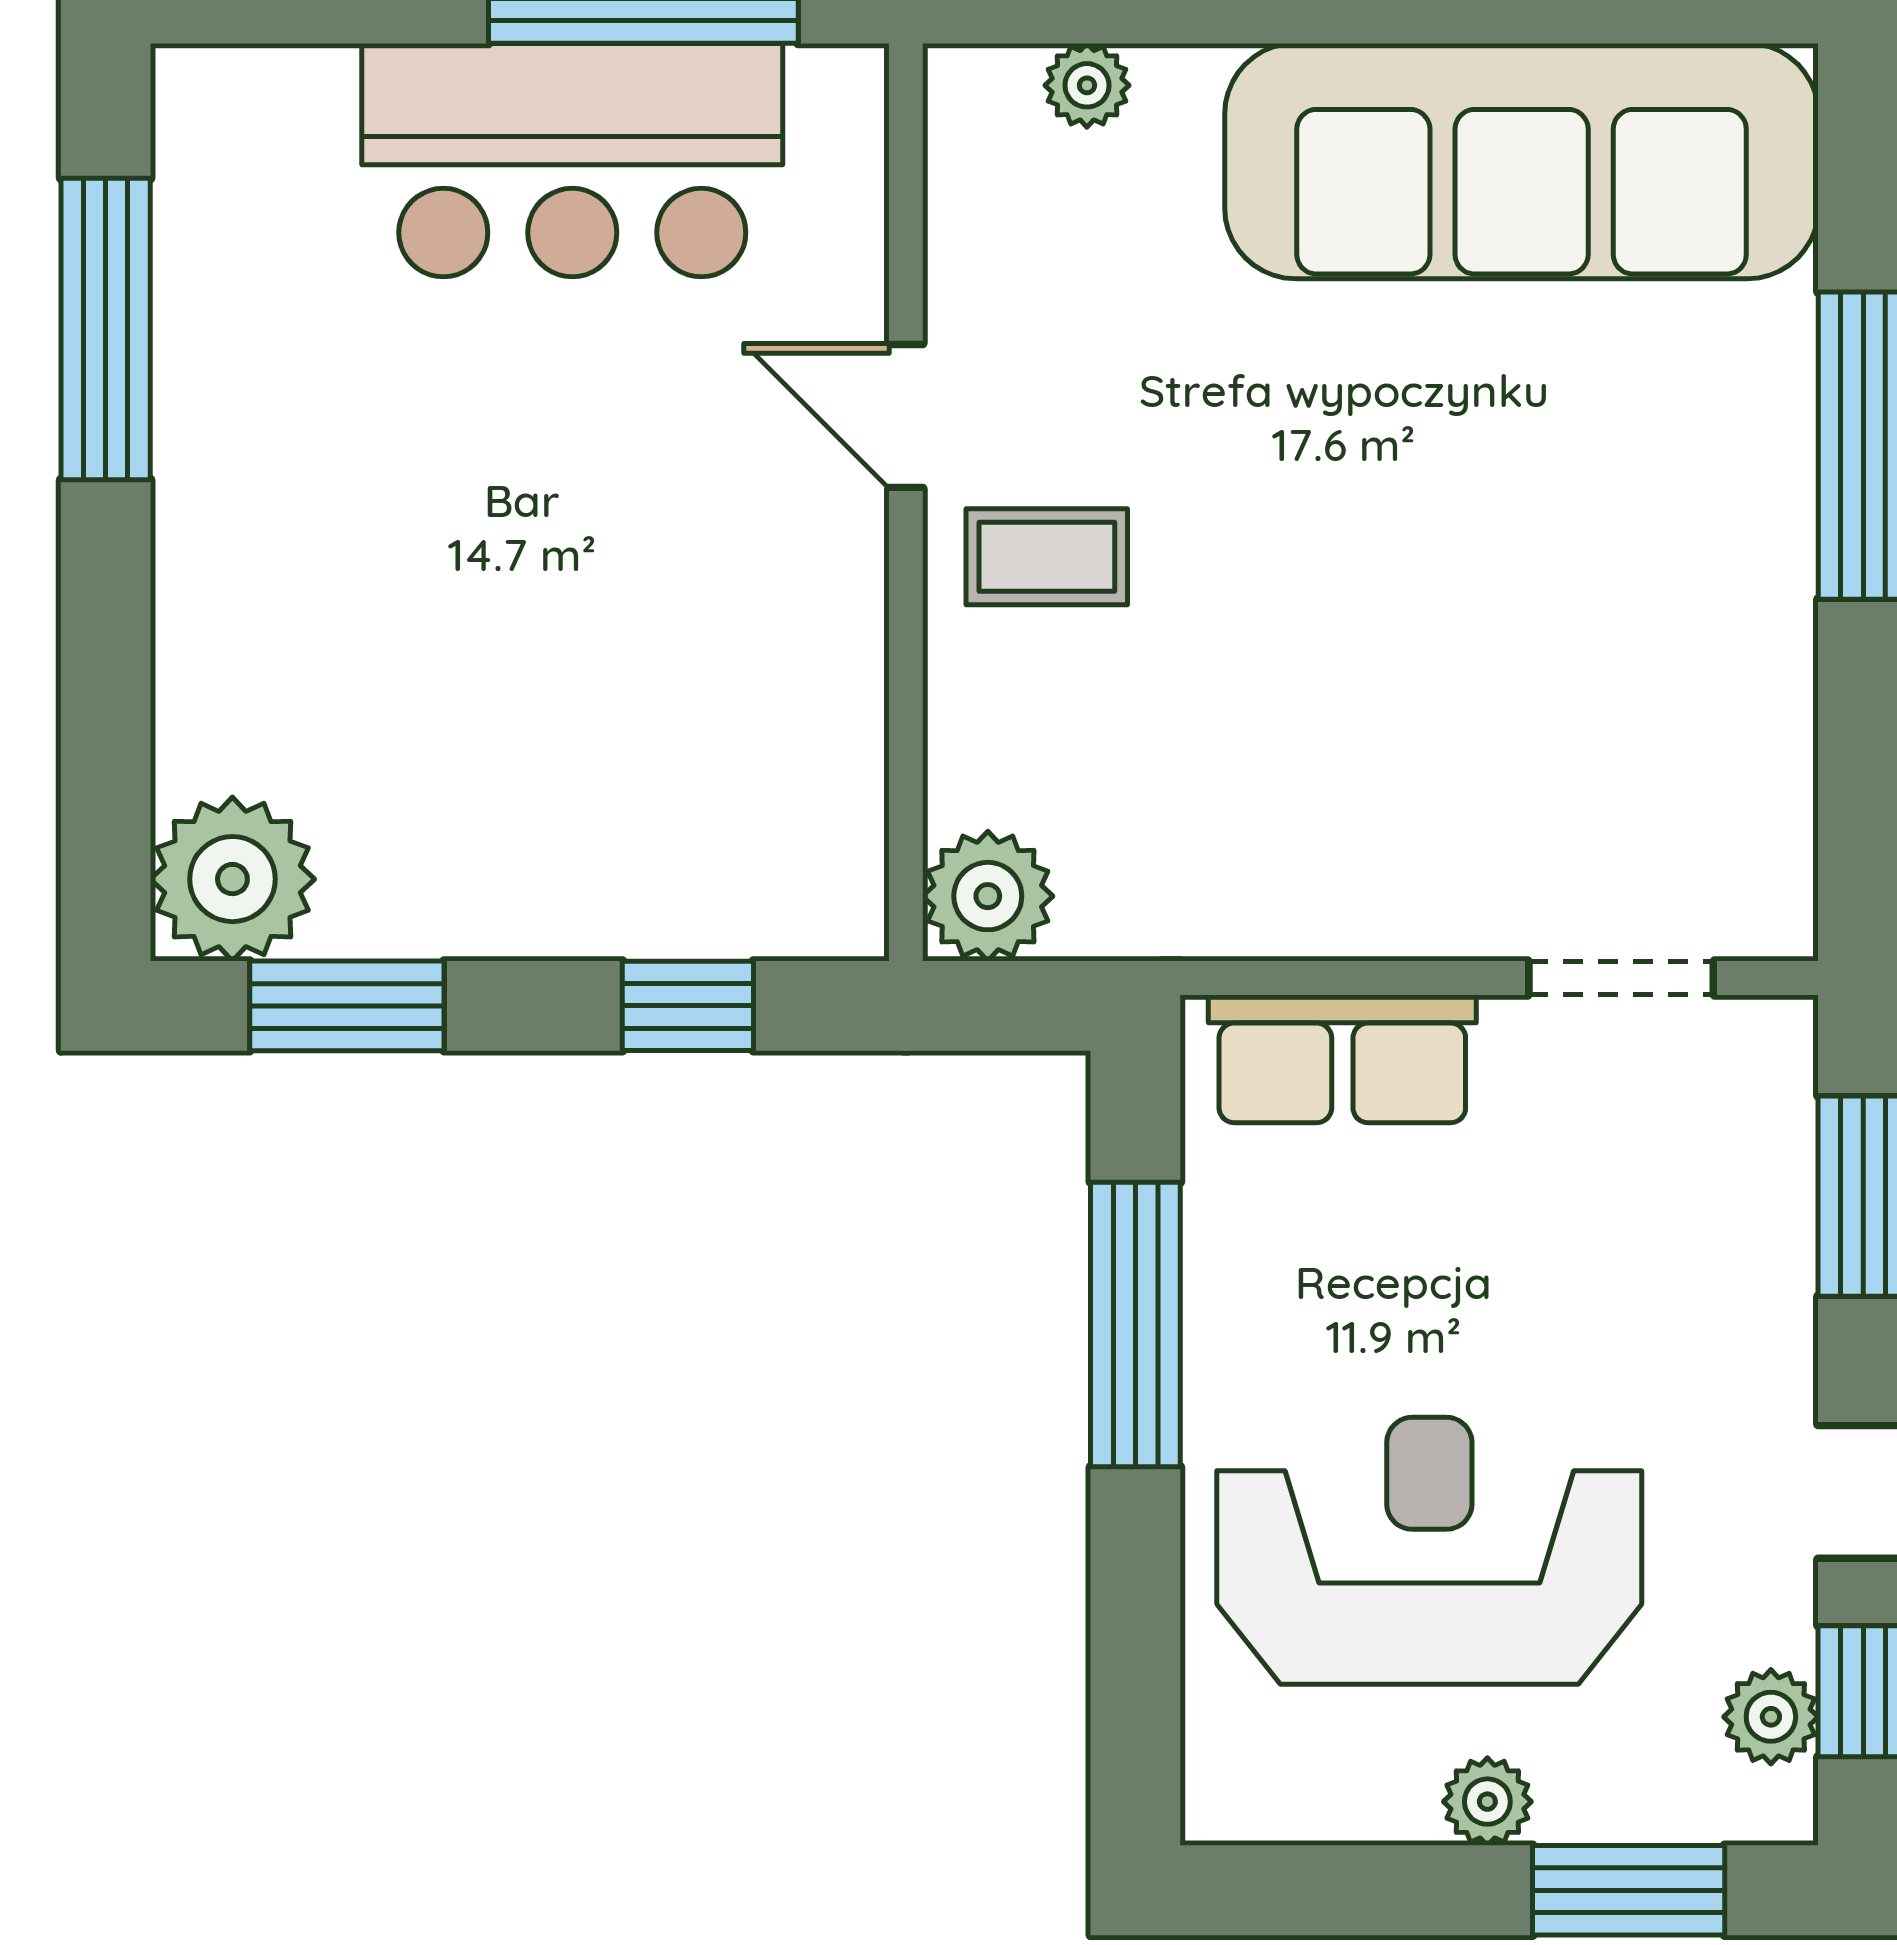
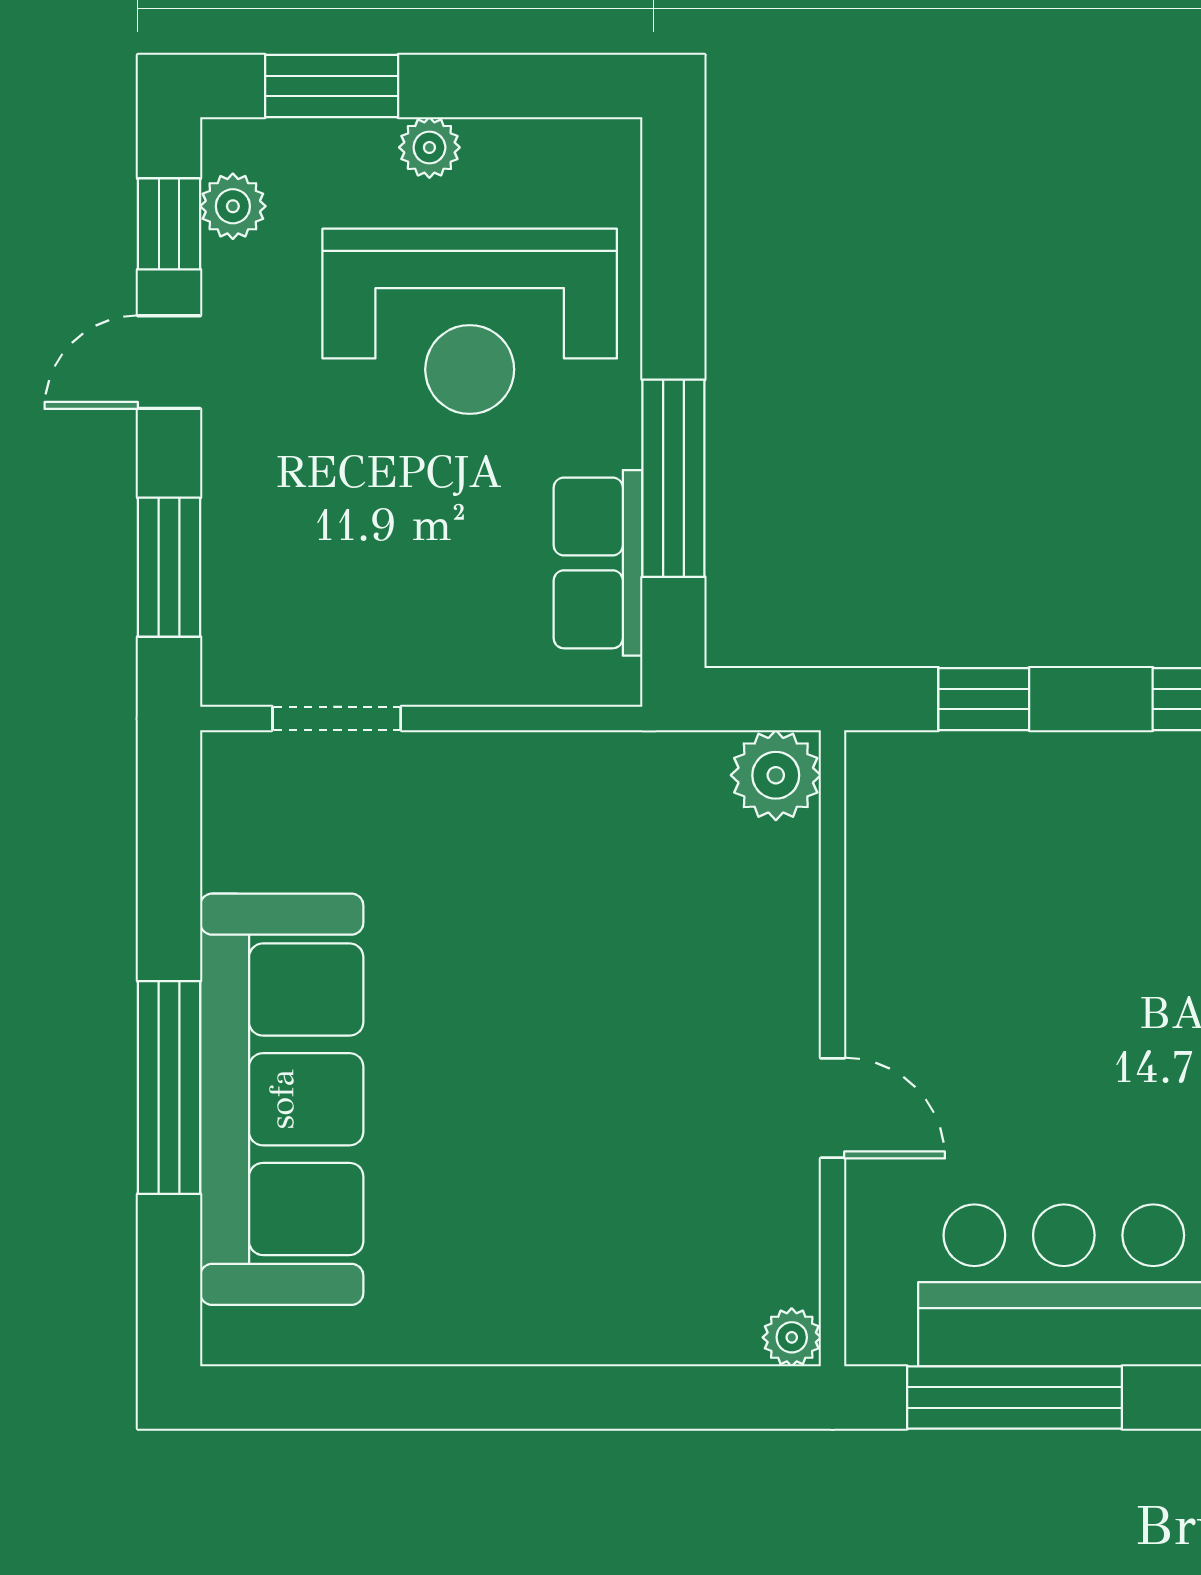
plant: (1087, 85) -> (792, 1337), moved
sofa: (1522, 161) -> (282, 1099), moved, turned 90
coffee table: (1047, 557) -> (735, 1010), removed
row of seats: (1342, 1059) -> (598, 563), moved, turned -90

